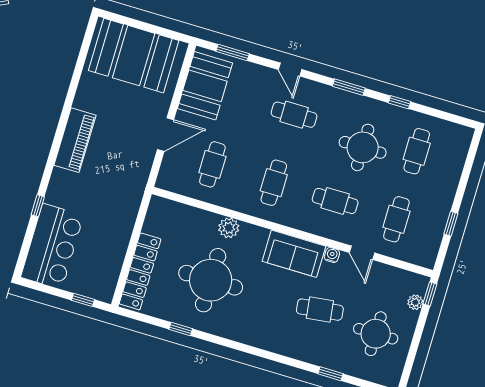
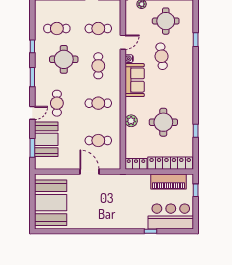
booth: (205, 86) -> (46, 139), moved, turned 90
piano: (75, 140) -> (169, 181), moved, turned 180
locker: (156, 215) -> (136, 164), added
round table: (211, 280) -> (163, 122), width x0.73, depth x0.73

